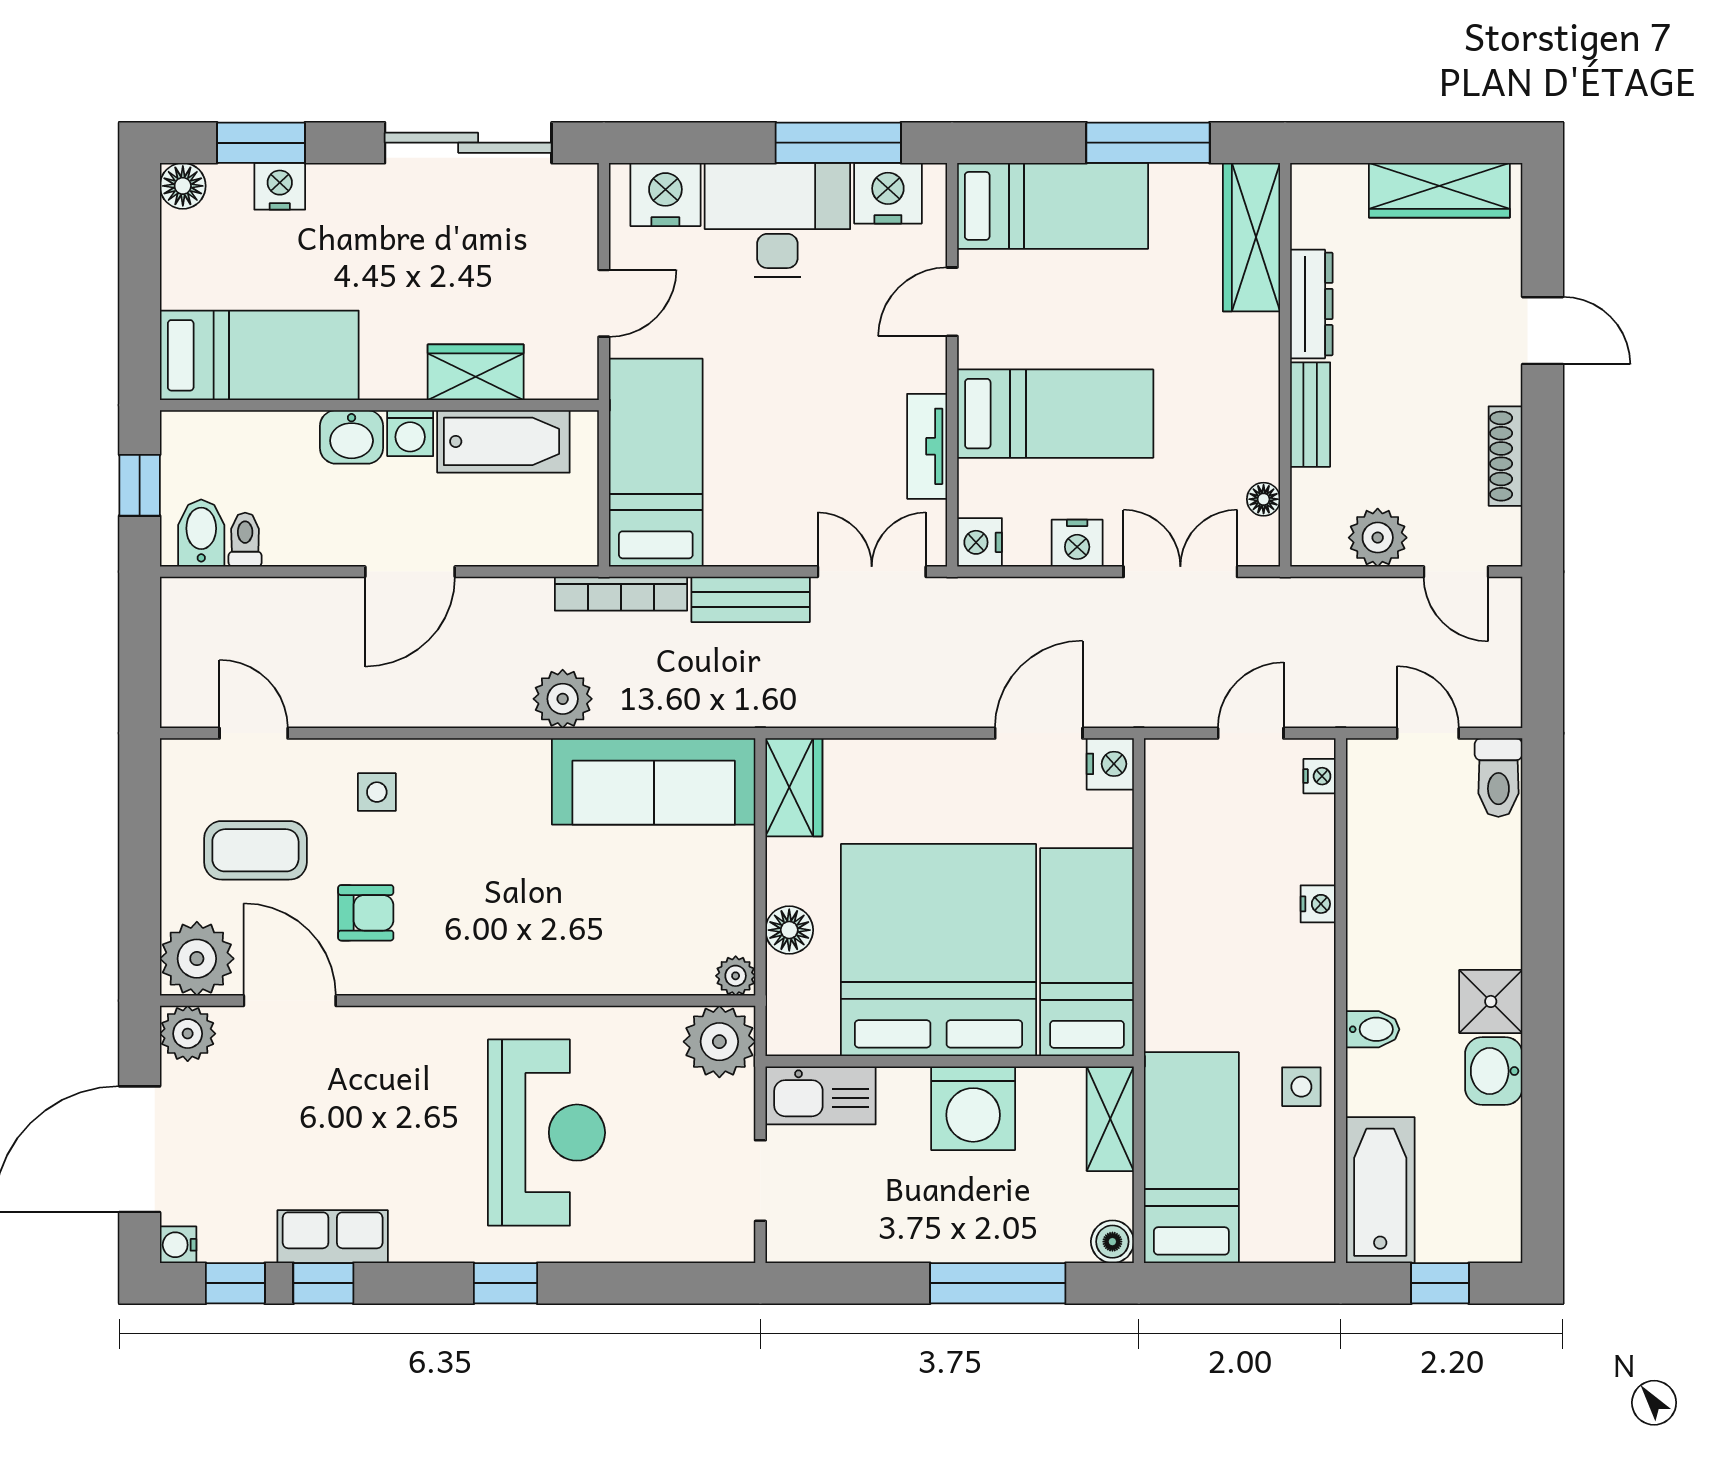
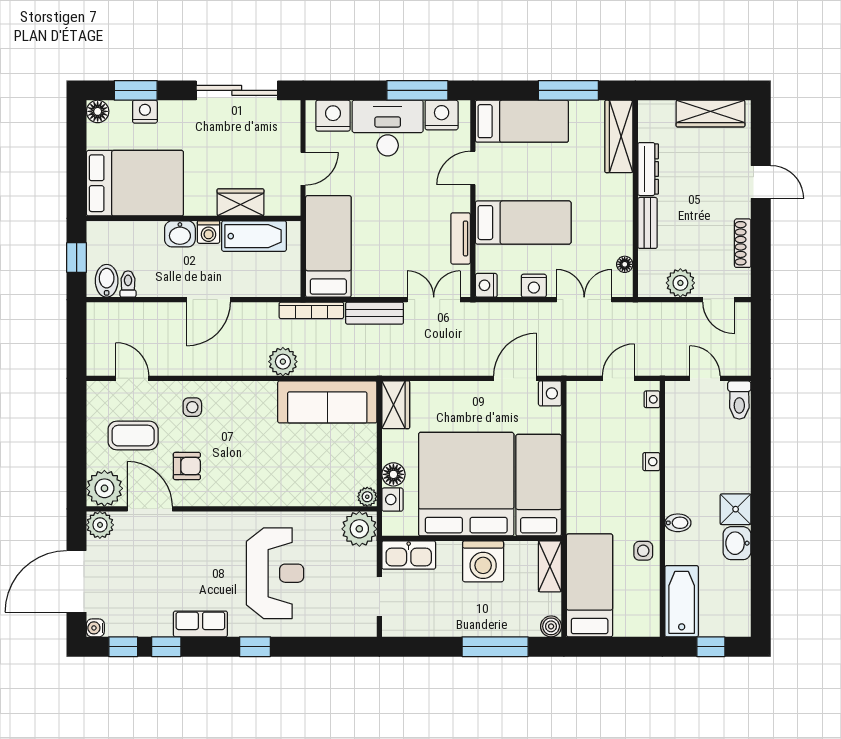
bed: (259, 355) -> (135, 183), width x1.50
nightstand: (787, 982) -> (392, 500), added
row of seats: (333, 1237) -> (200, 624), moved

